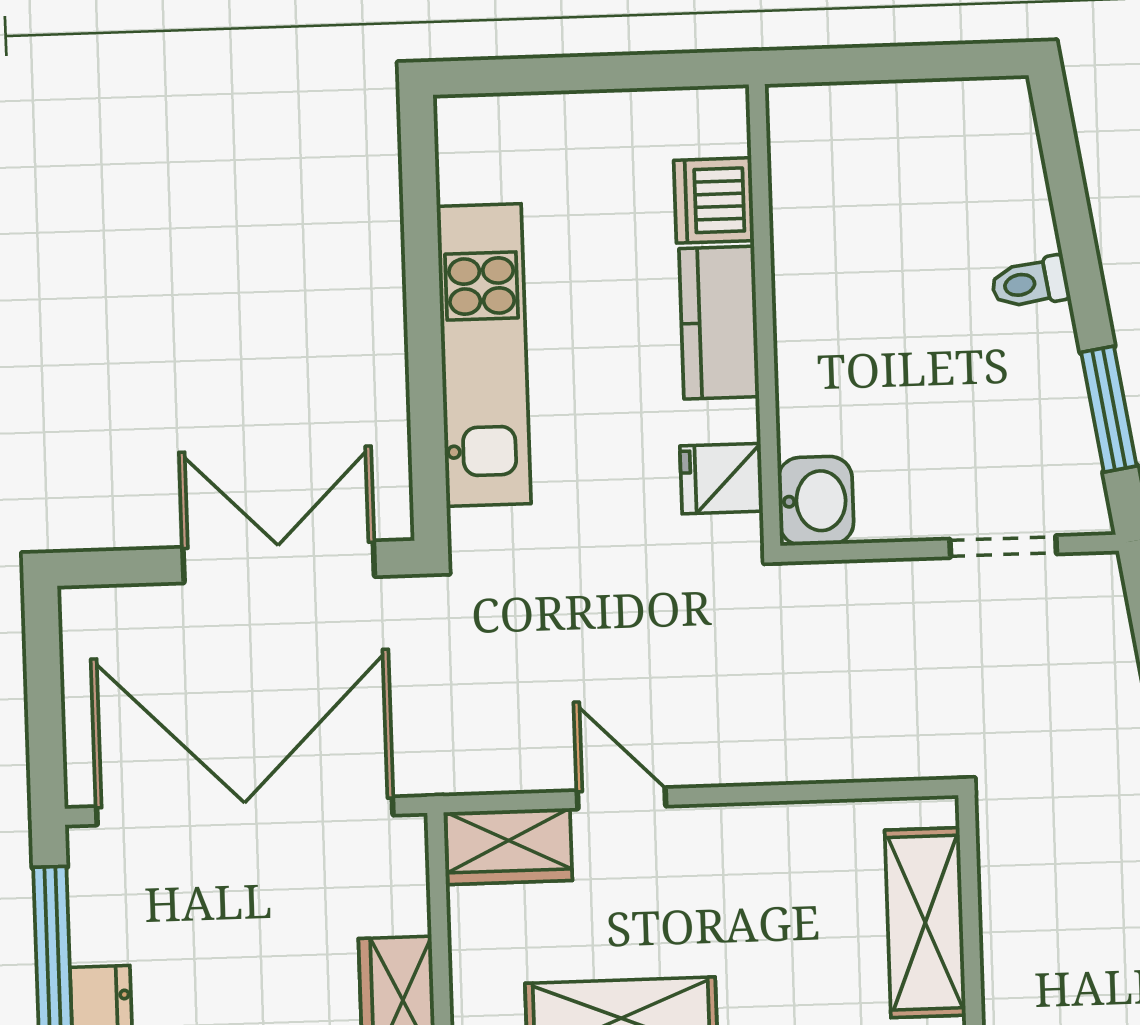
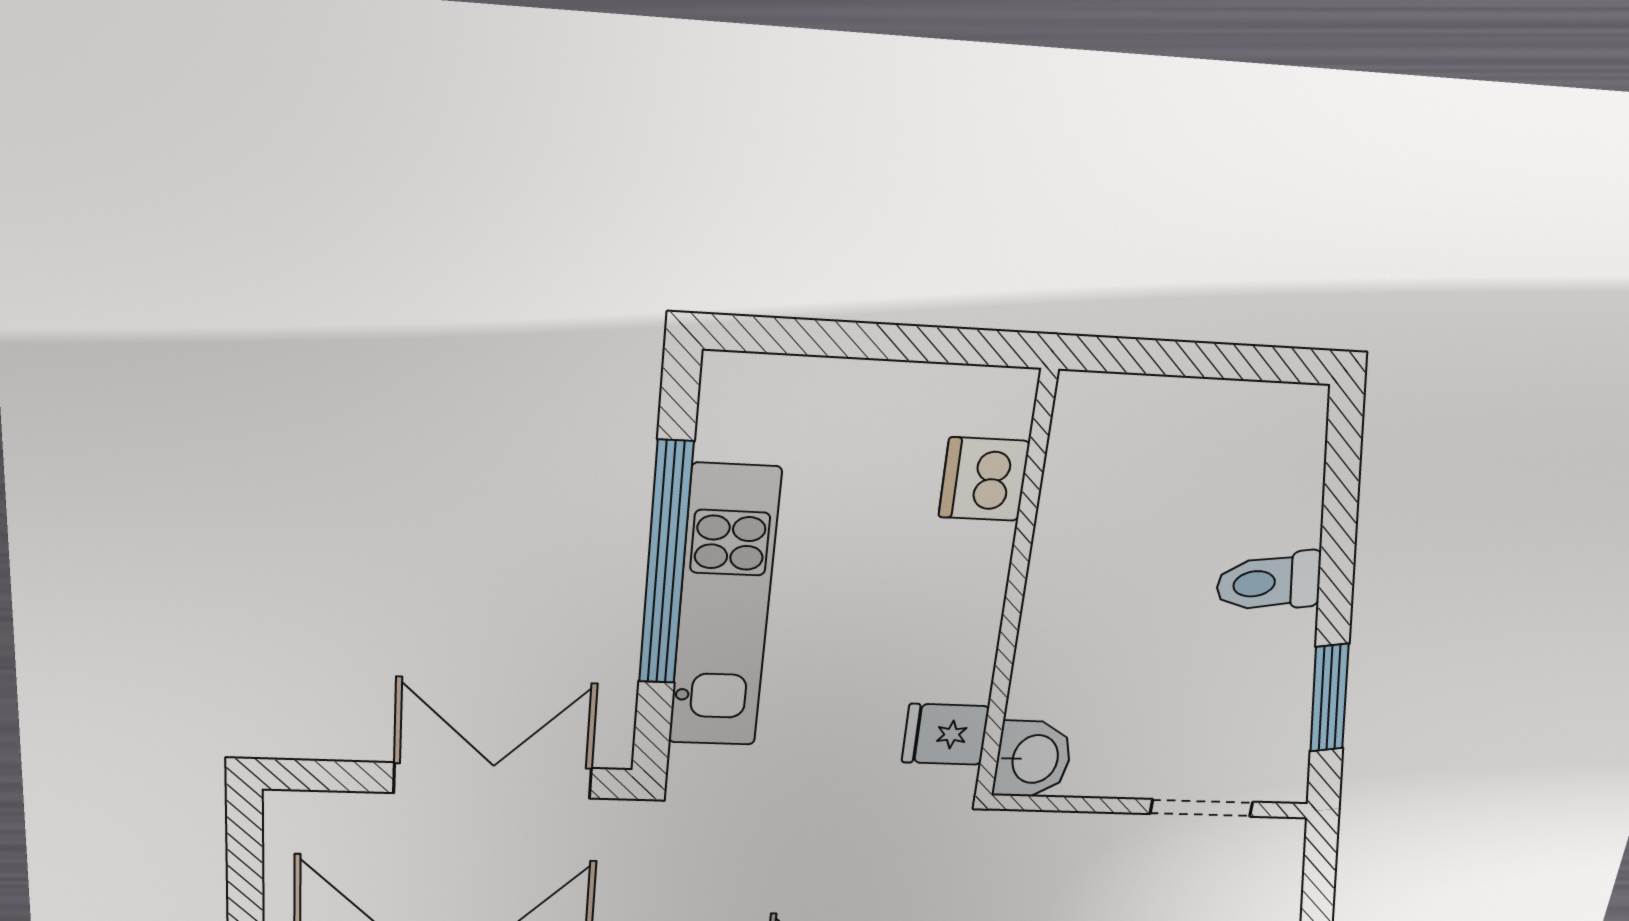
toilet: (1030, 283) -> (1269, 582), width x1.37, depth x1.39
window: (424, 313) -> (666, 564), added
kitchen counter: (719, 323) -> (968, 595), removed

